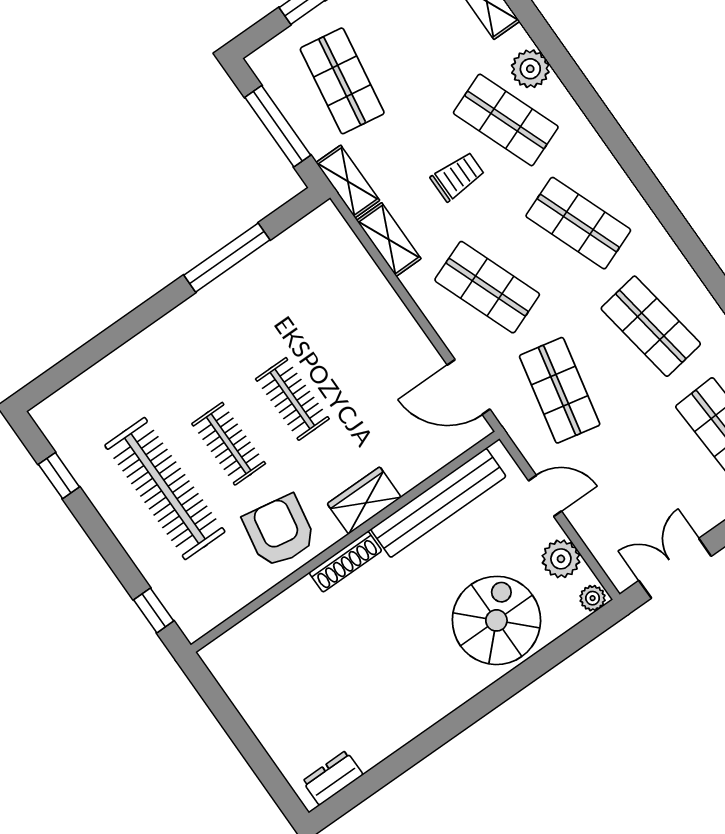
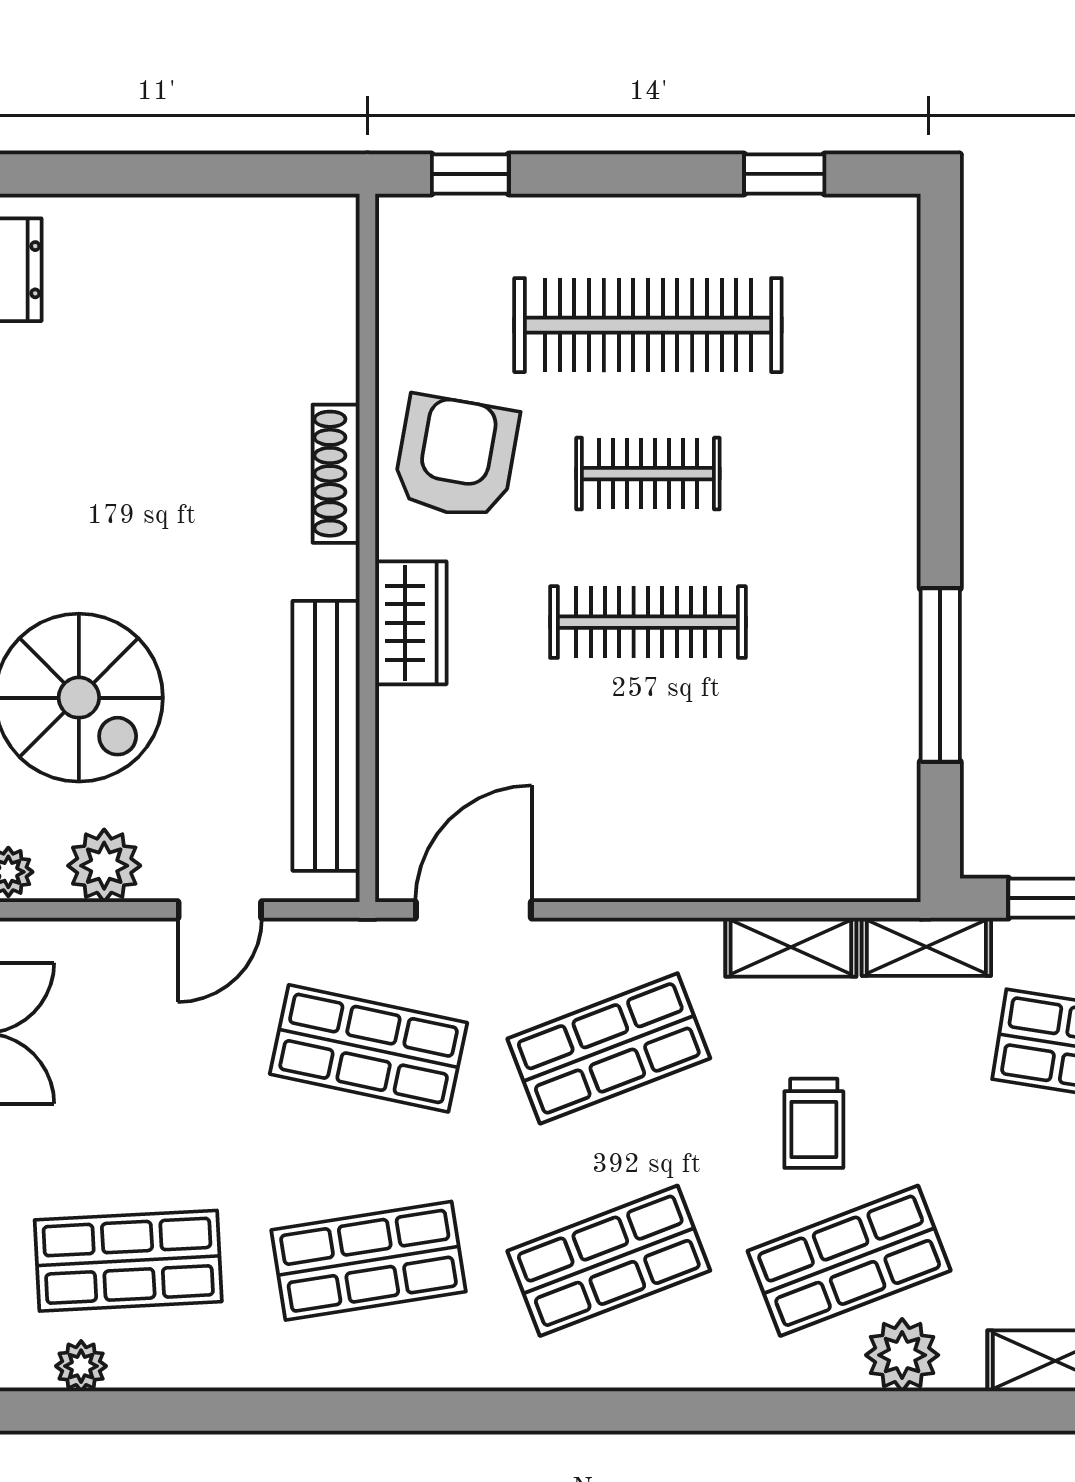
clothes rail: (292, 399) -> (648, 622), width x1.36
armchair: (279, 531) -> (456, 457), turned -90
shoe rack: (345, 562) -> (336, 474), moved

